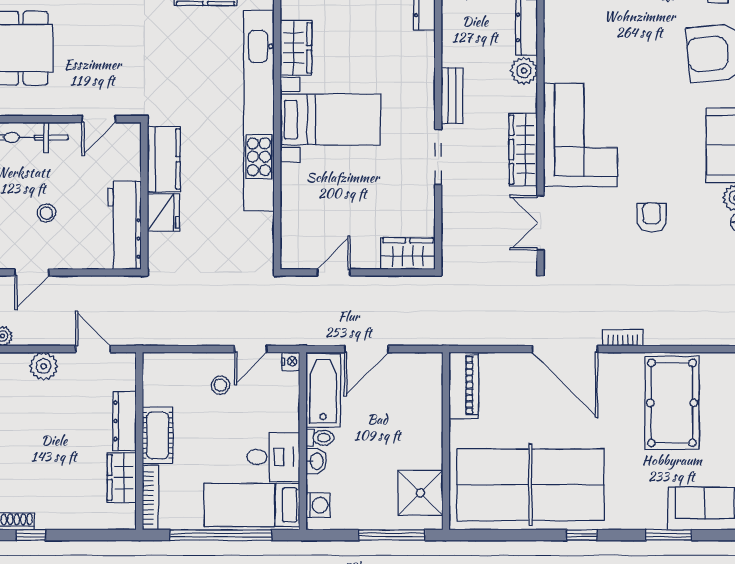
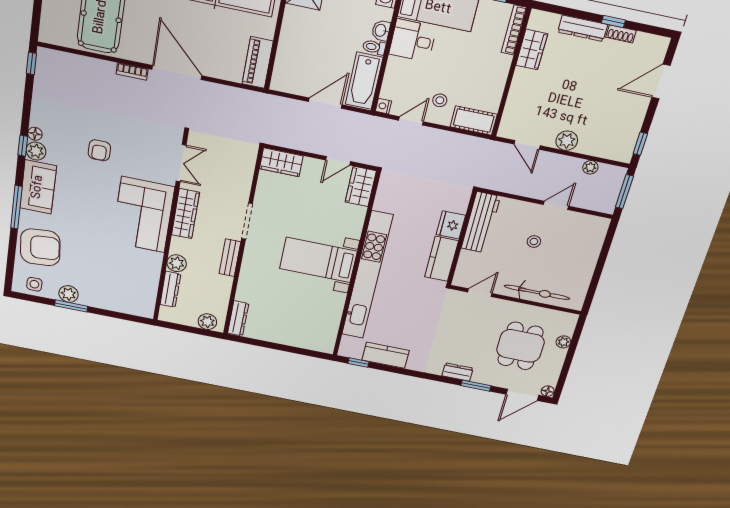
wardrobe: (296, 48) -> (361, 186), moved
dresser: (124, 421) -> (583, 28), moved, turned 90
cot: (158, 435) -> (474, 120), moved, turned 90

